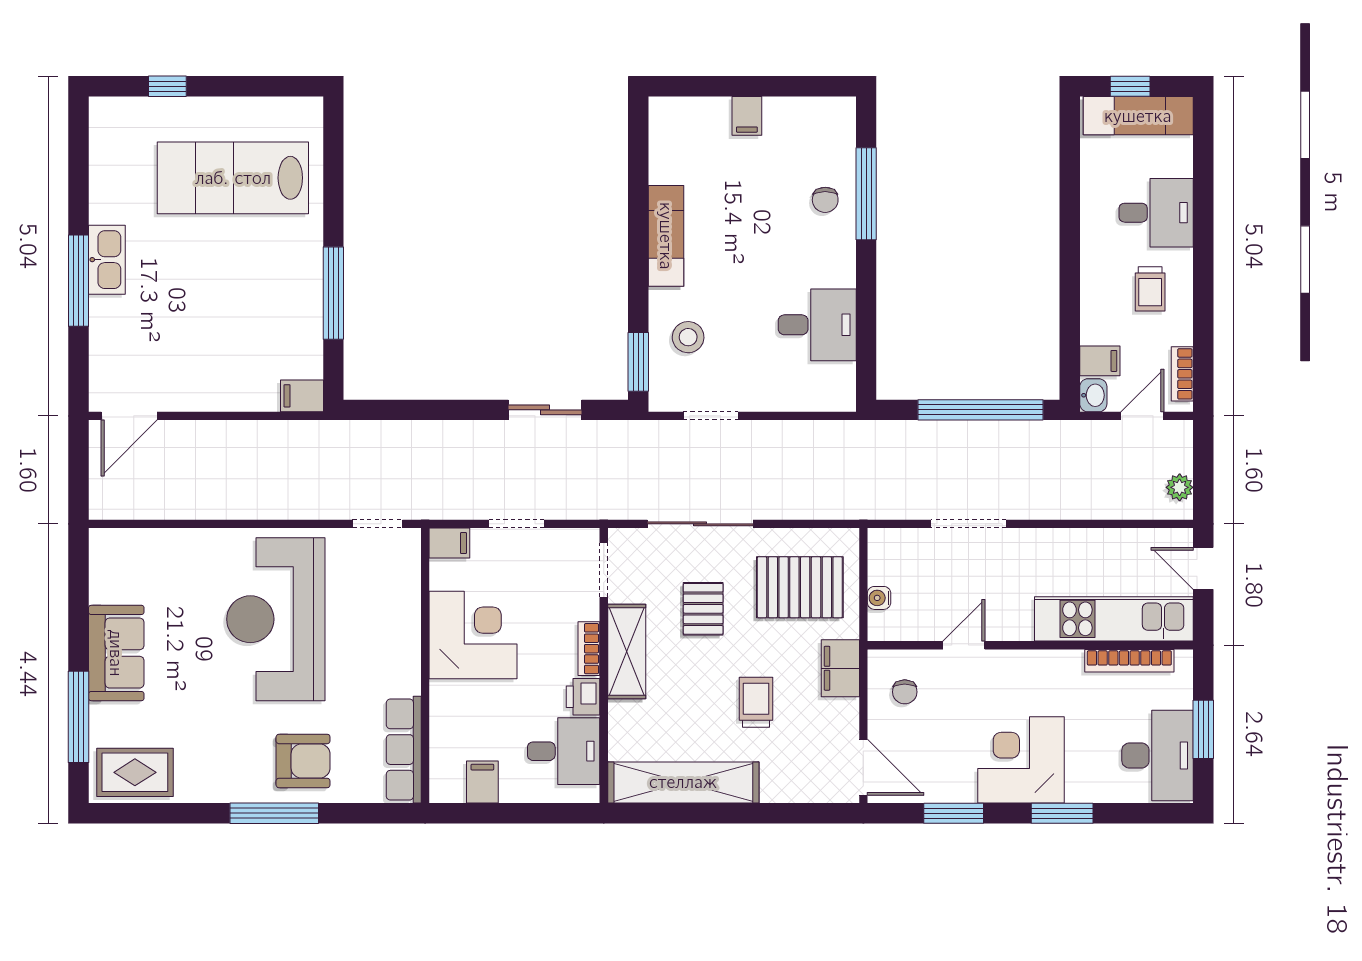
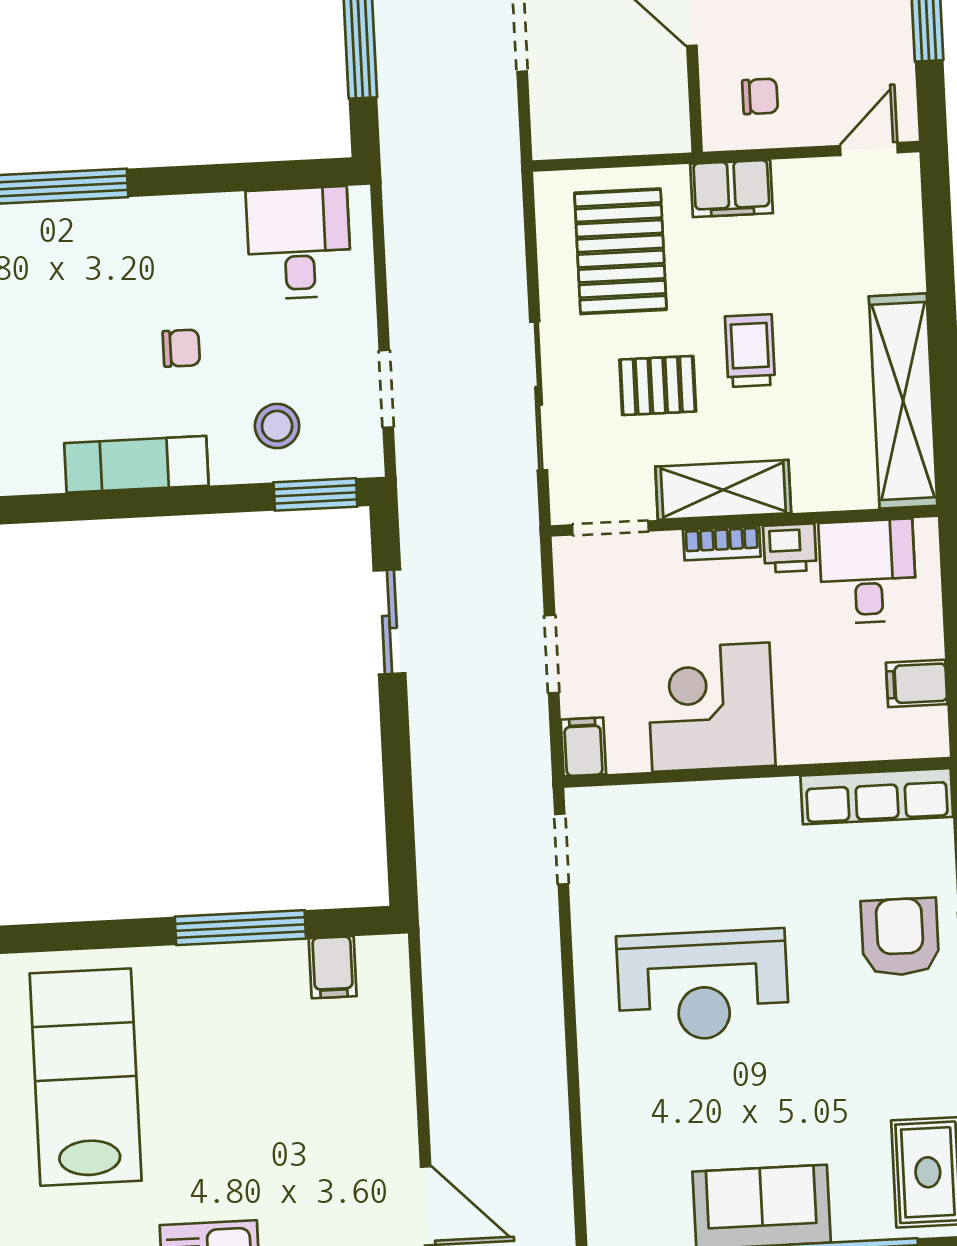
lab bench: (233, 178) -> (86, 1077), turned 180
chair: (825, 200) -> (181, 348), moved
desk: (817, 325) -> (299, 243), moved
filing cabinet: (302, 396) -> (333, 967), moved
water cooler: (879, 598) -> (630, 139), removed
reception desk: (276, 619) -> (703, 985), width x0.74, depth x0.77
trolley: (756, 702) -> (750, 351), moved, turned 90
door: (863, 767) -> (869, 149), width x0.73

